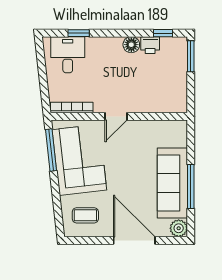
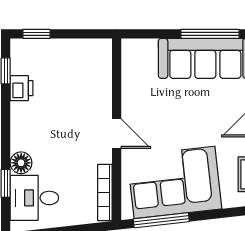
floor lamp: (131, 45) -> (21, 163), moved
window: (191, 56) -> (37, 34), width x0.67

